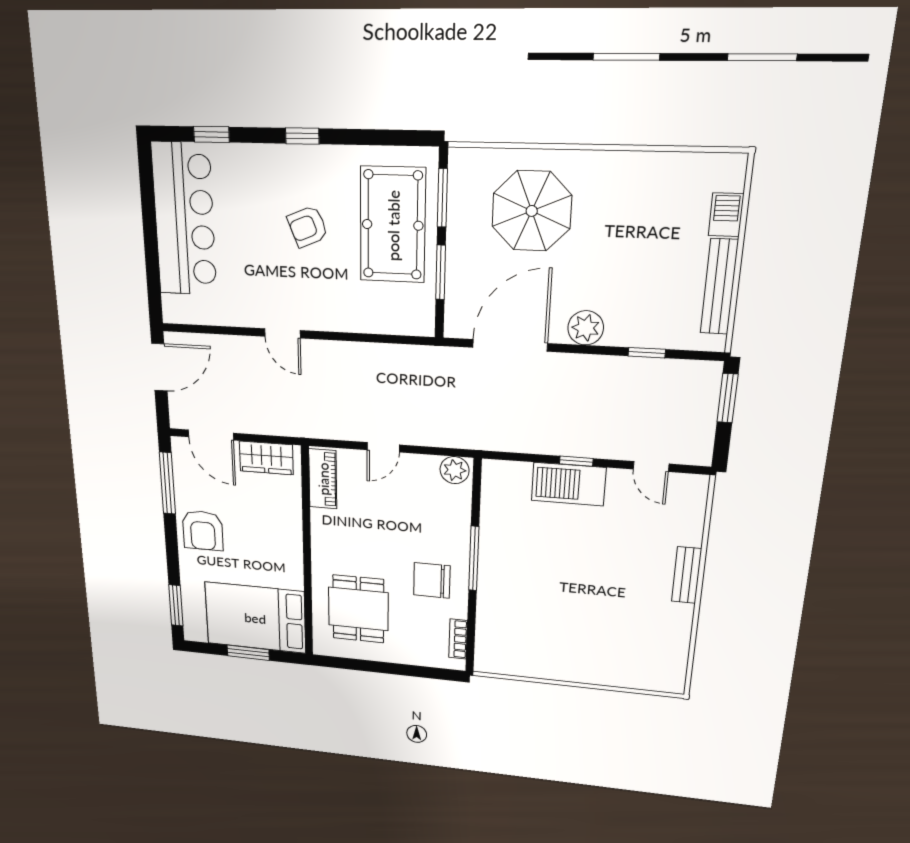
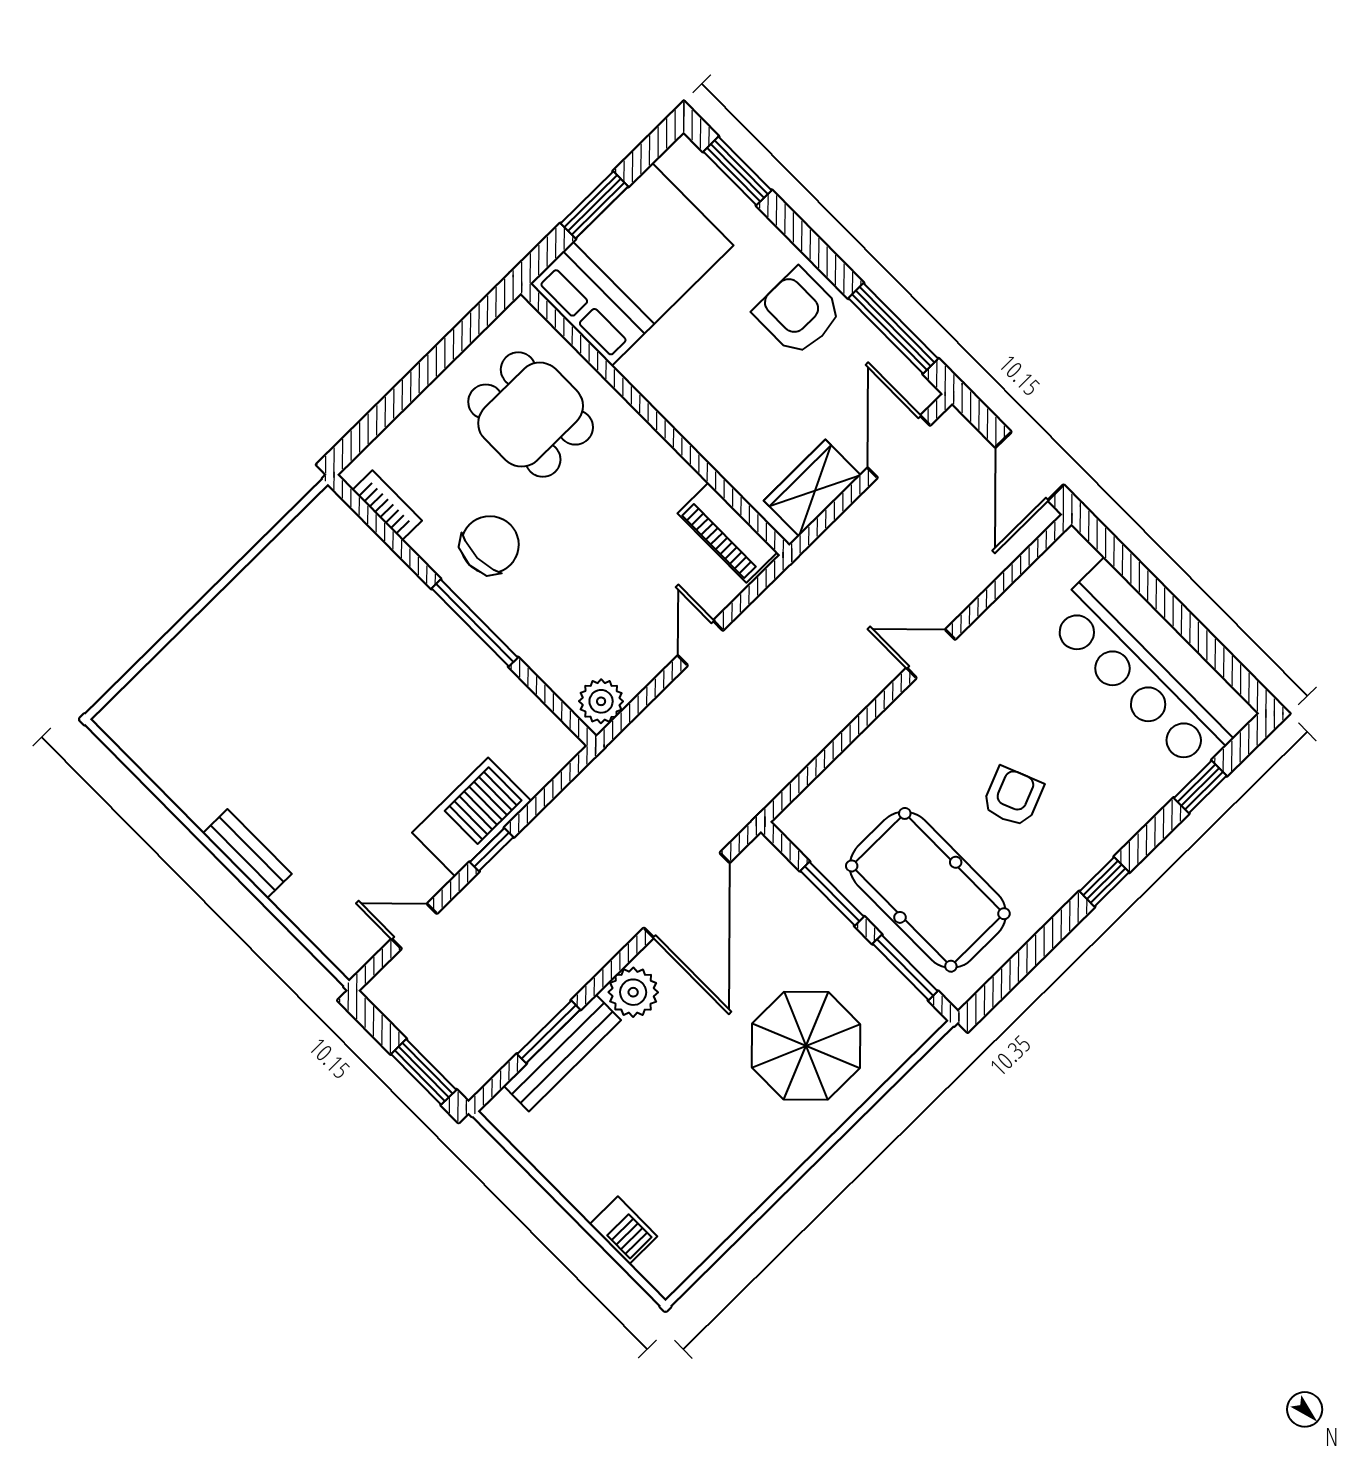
bench: (719, 287) -> (562, 1053), moved, turned 90
window: (647, 353) -> (549, 1032), width x1.50
door: (211, 435) -> (899, 447), hinge flipped

